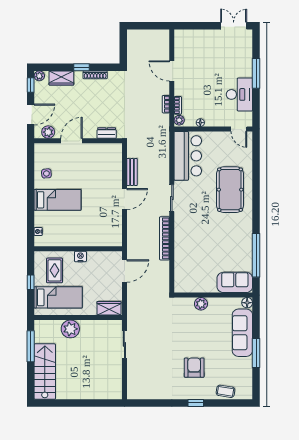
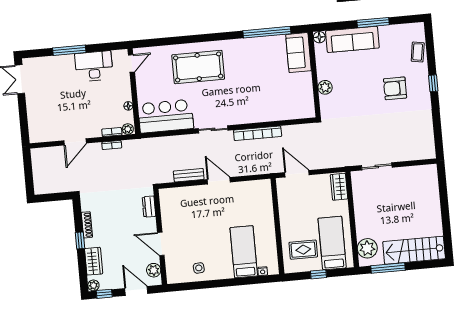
bed: (58, 200) -> (244, 252), moved
nightstand: (80, 256) -> (286, 223), removed
plant: (70, 329) -> (367, 248), moved

